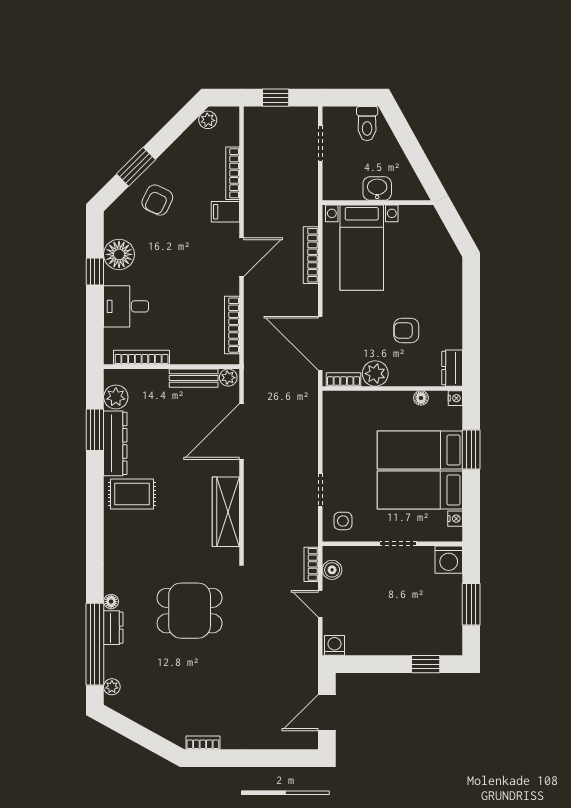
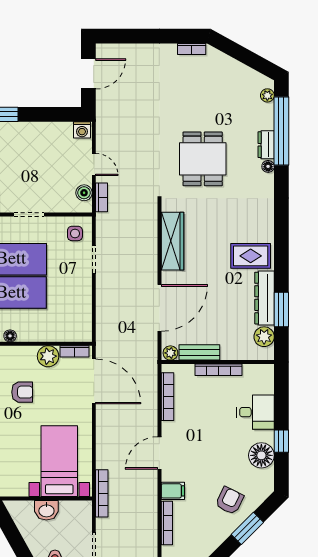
bookcase: (311, 255) -> (102, 493), moved
bookcase: (142, 357) -> (218, 370), moved
dining table: (190, 611) -> (203, 159), turned 90

